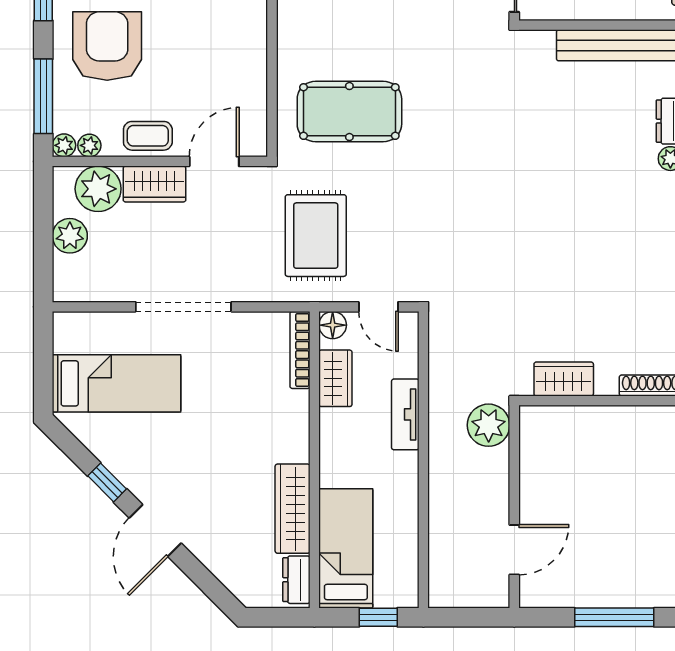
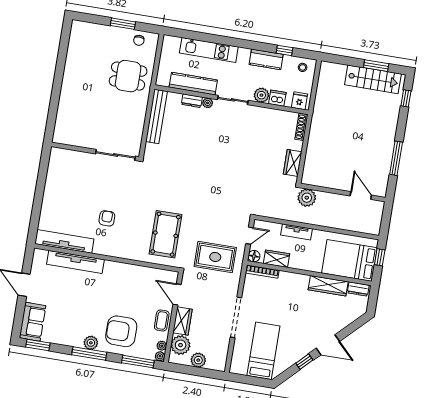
bed: (346, 548) -> (349, 260), width x1.50

